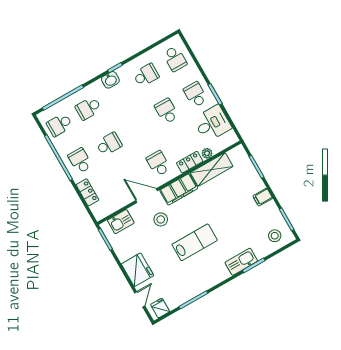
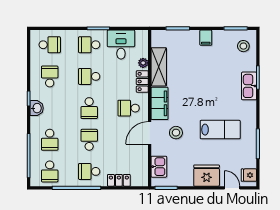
school desk: (138, 128) -> (89, 108), added
lab bench: (195, 242) -> (220, 130), moved, turned 90

